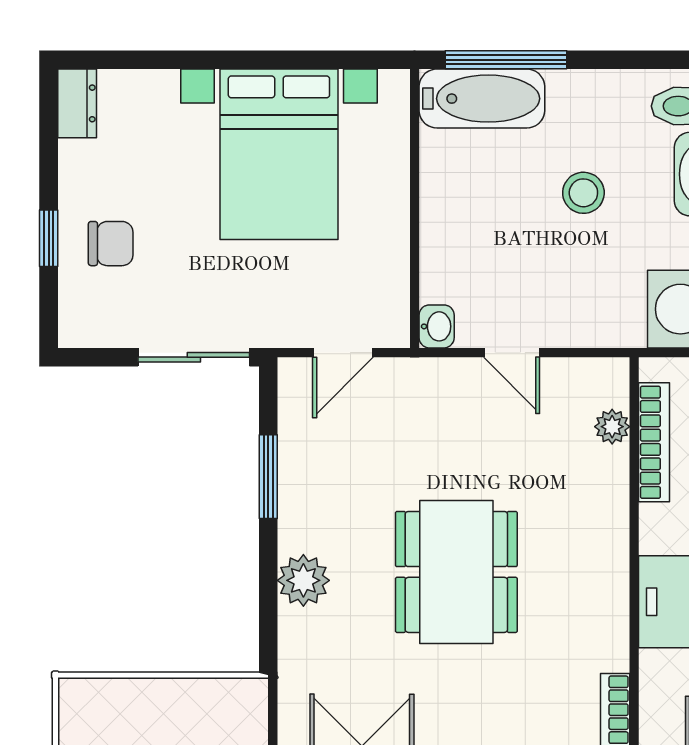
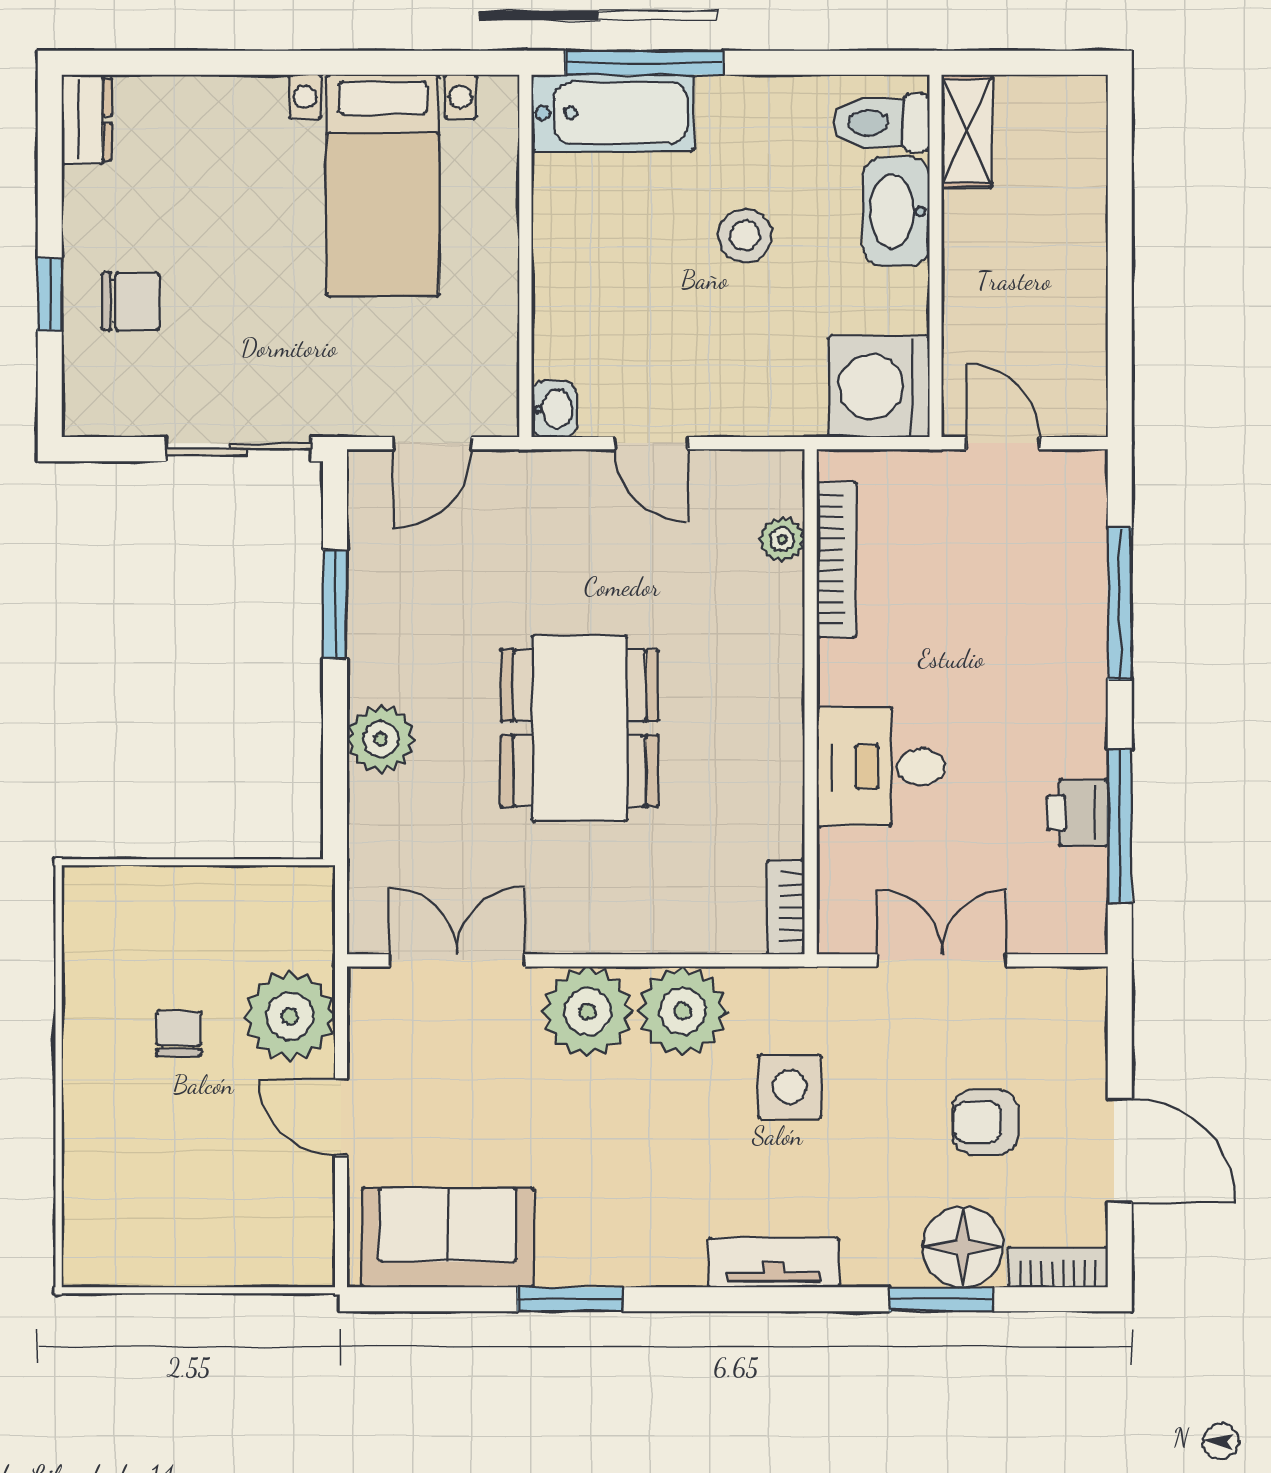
bed with nightstands: (279, 154) -> (383, 185), width x0.73

